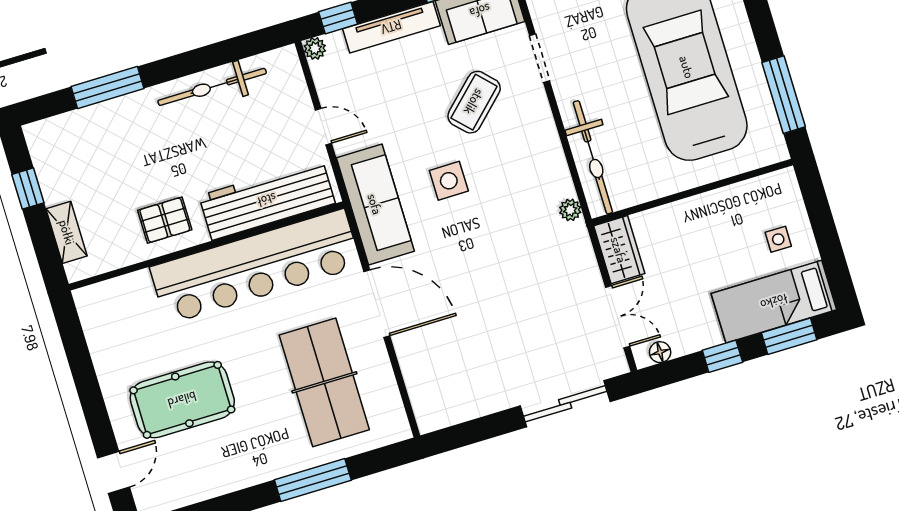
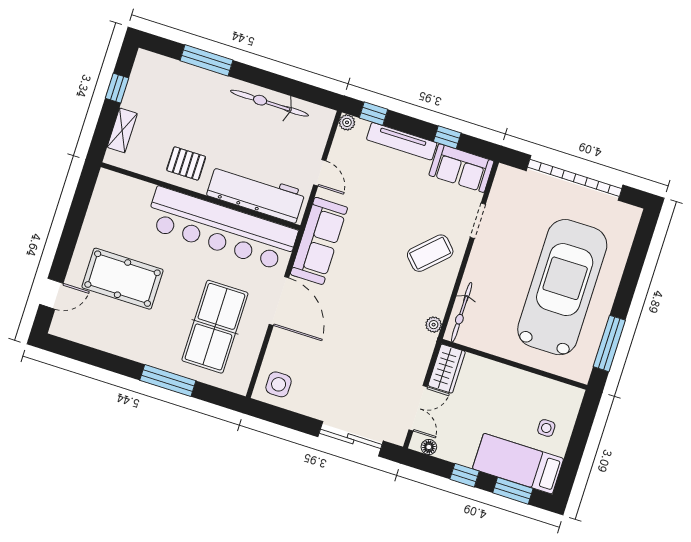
coffee table: (474, 102) -> (430, 253), moved
bicycle: (593, 157) -> (462, 312), width x0.73, depth x0.71
side table: (449, 181) -> (279, 384), moved

